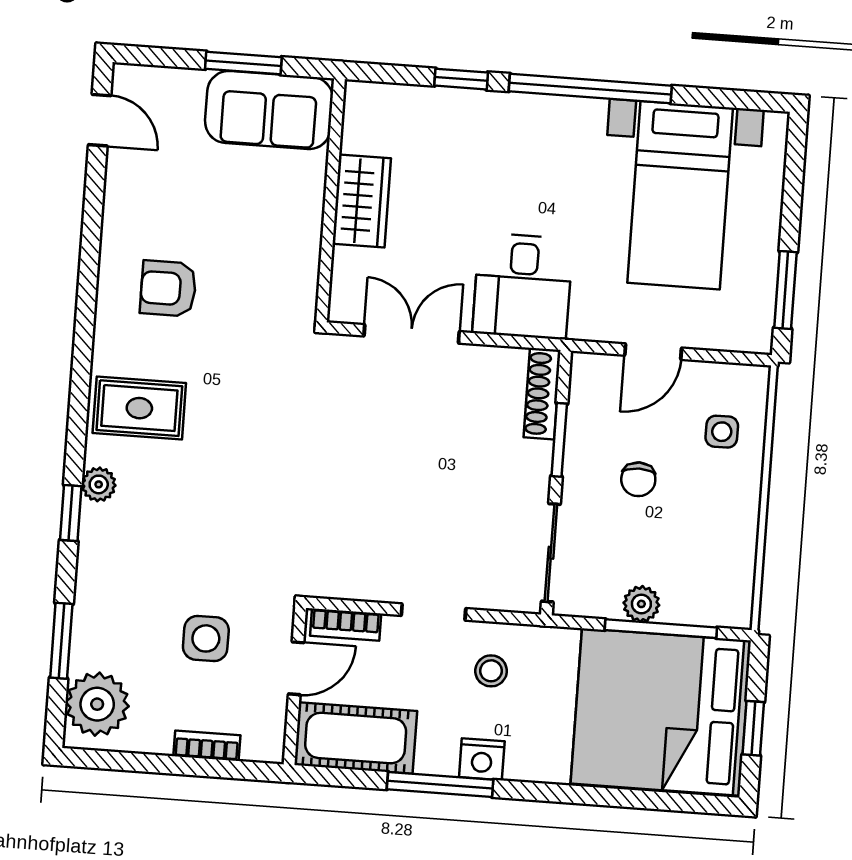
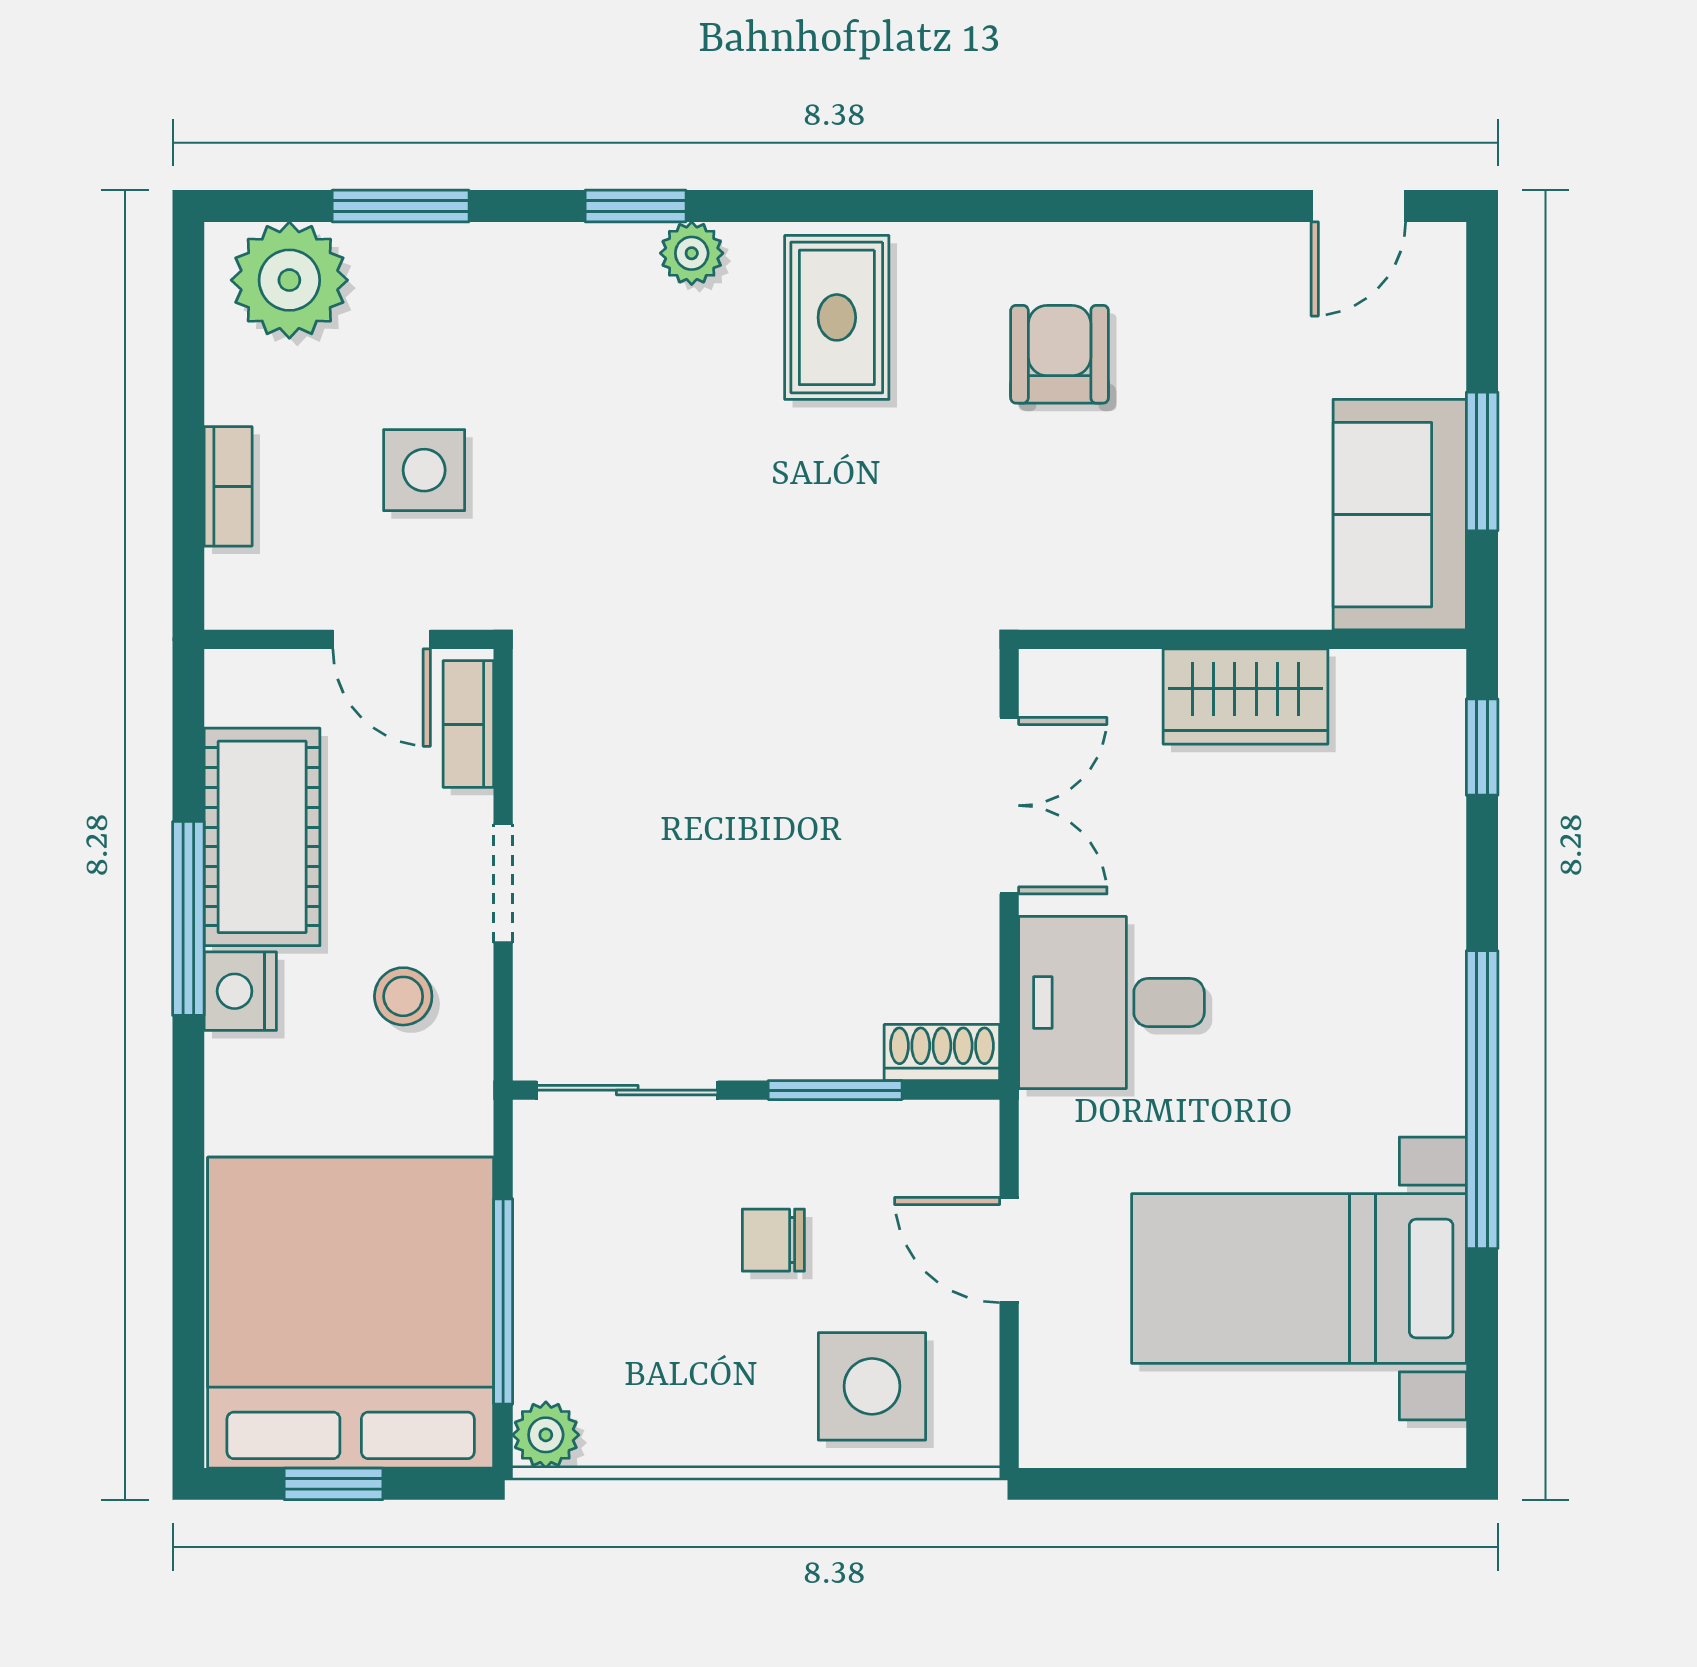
window: (461, 79) -> (1482, 747), moved
window: (785, 290) -> (1140, 1484), removed
shoe rack: (542, 394) -> (942, 1053), width x0.70
side table: (722, 432) -> (872, 1386), width x1.87, depth x1.87
plant: (641, 604) -> (546, 1435), moved
cot: (356, 738) -> (262, 837), moved

